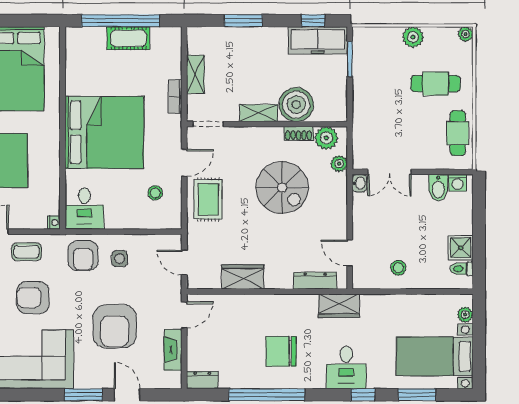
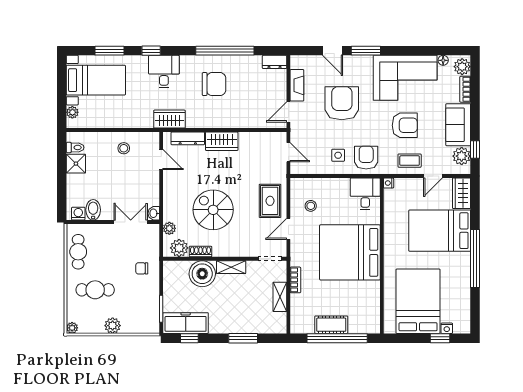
chair: (375, 111) -> (142, 268), added
wardrobe: (243, 277) -> (222, 141), moved

